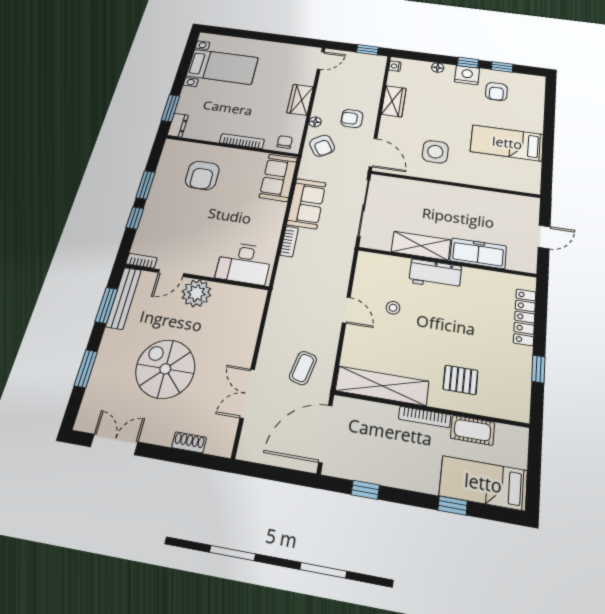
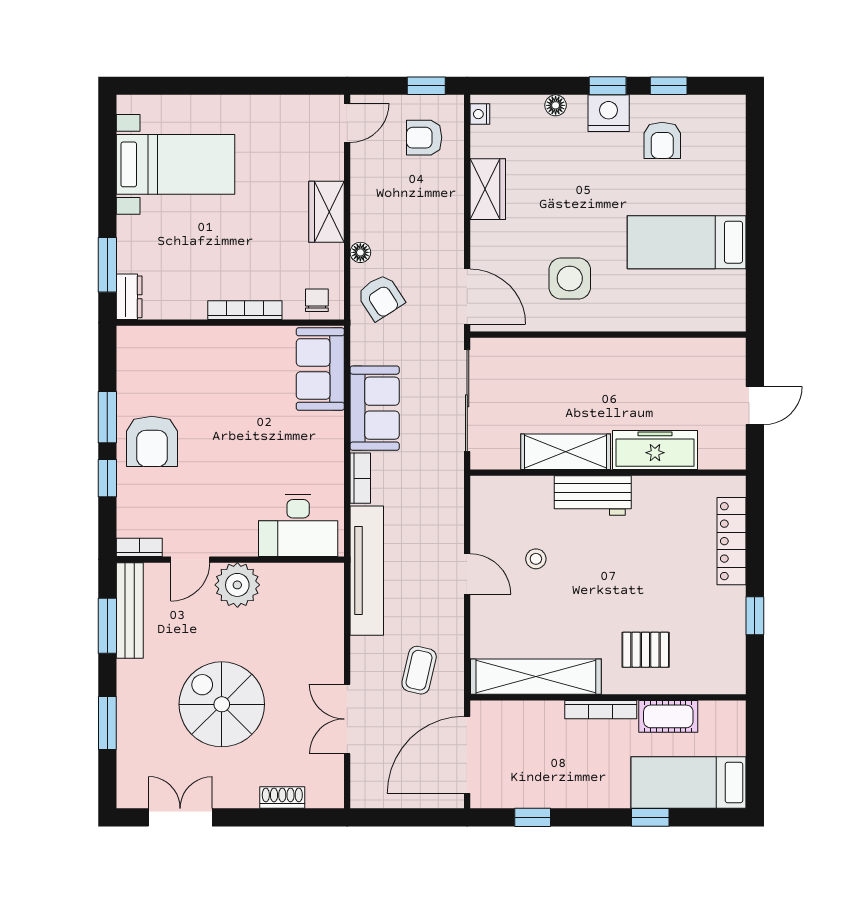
armchair: (352, 119) -> (424, 138), moved
armchair: (202, 175) -> (152, 441), moved
tv unit: (281, 298) -> (367, 571), added

